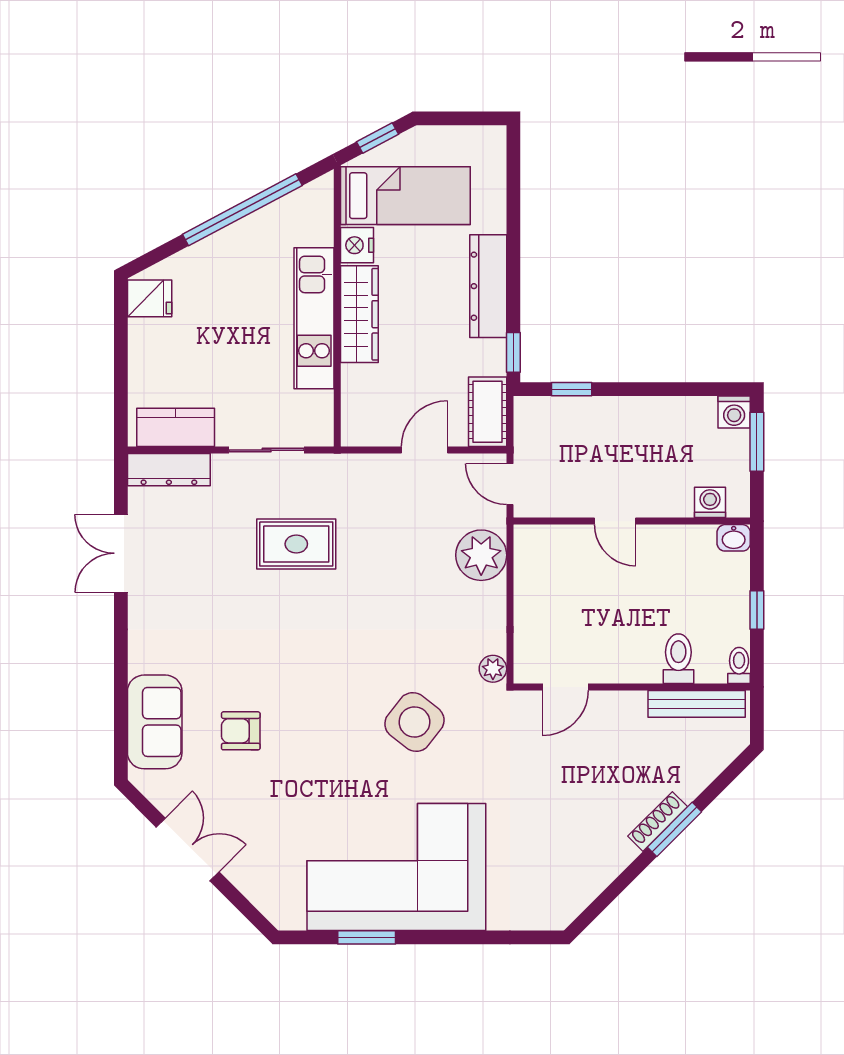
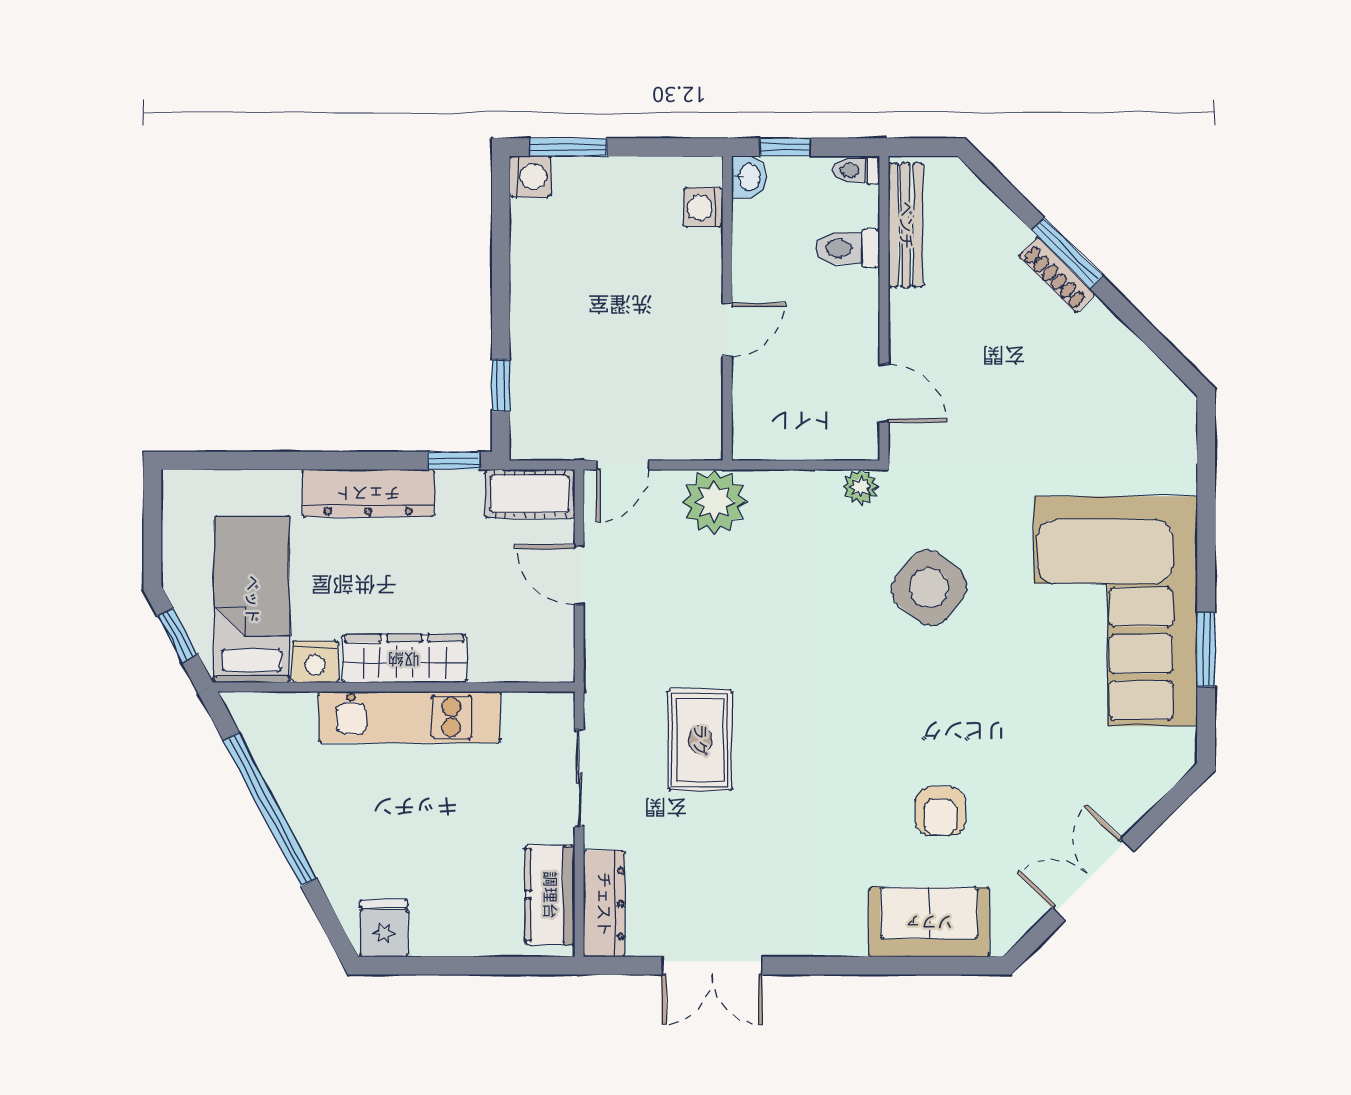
washing machine: (710, 502) -> (703, 207), moved
door: (615, 521) -> (727, 330), moved
wall: (632, 521) -> (727, 308), moved
washbasin: (734, 538) -> (749, 177), moved

